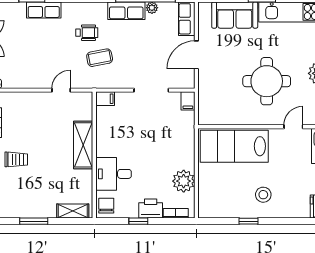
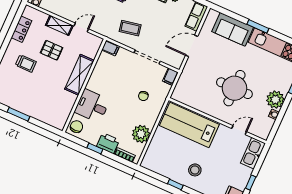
coffee table: (100, 58) -> (130, 28), moved
pallet: (39, 131) -> (52, 50), added
chair: (167, 137) -> (143, 96), added
shelving: (73, 211) -> (59, 25), moved

